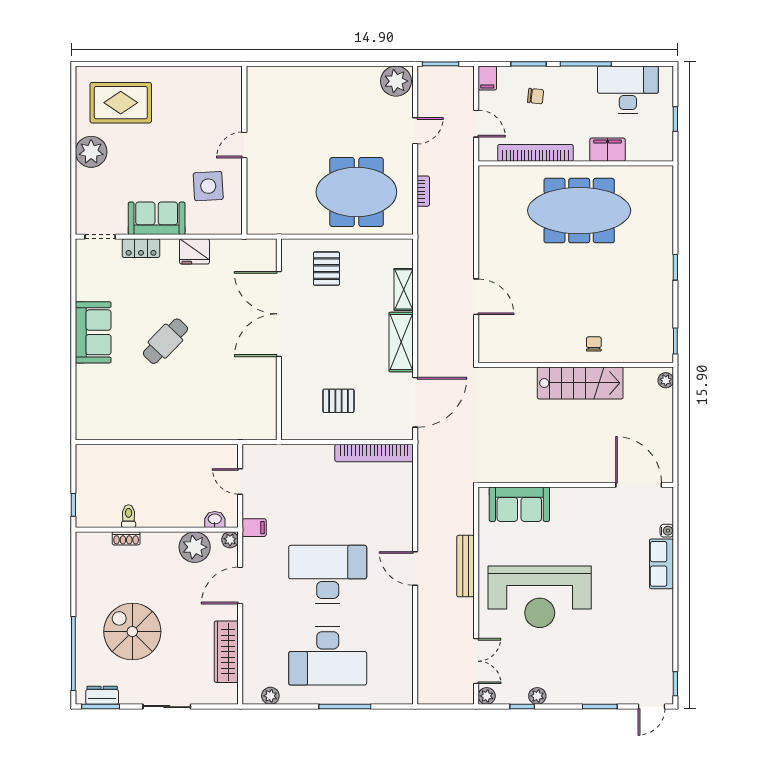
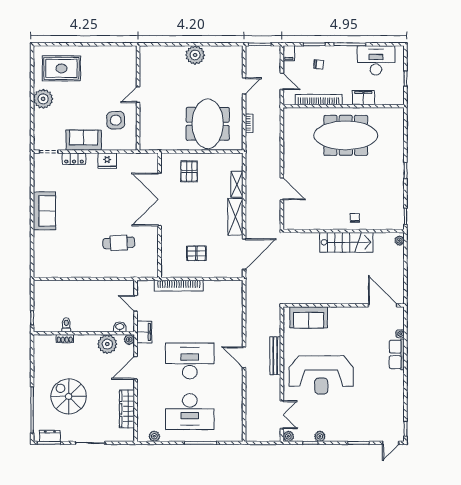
plant: (396, 81) -> (195, 55), moved
meeting table: (356, 192) -> (208, 124), turned 90
cafe table: (165, 341) -> (119, 243), moved, turned 43
bookcase: (374, 453) -> (179, 286), moved
filing cabinet: (254, 528) -> (144, 332), width x2.00

